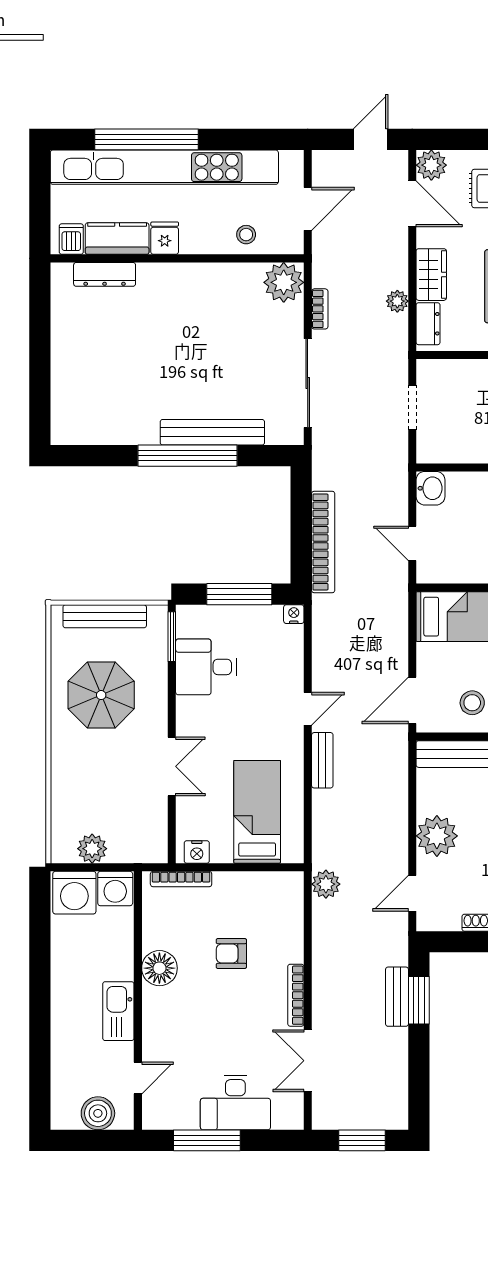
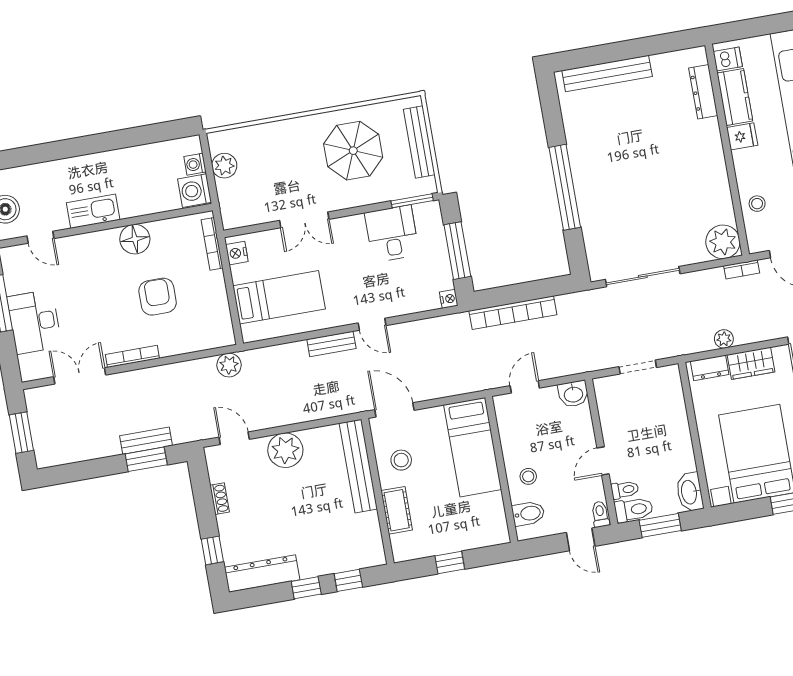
bookcase: (320, 309) -> (742, 269), moved
bench: (212, 432) -> (607, 73), moved, turned 90
washing machine: (74, 893) -> (195, 164), width x0.53, depth x0.53
armchair: (231, 954) -> (158, 297), width x1.38, depth x1.38

